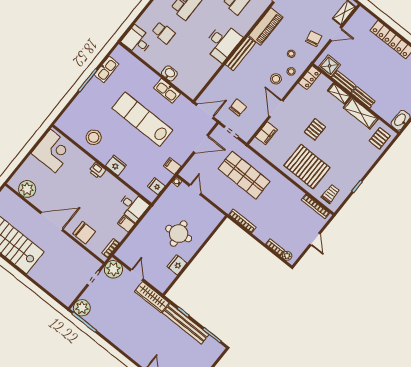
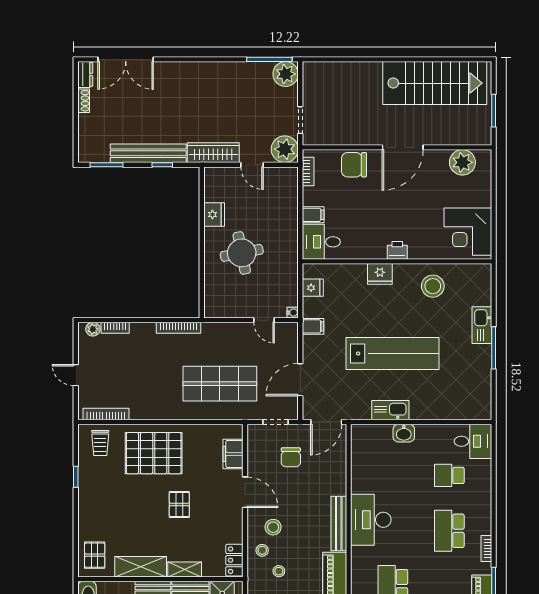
kitchen sink: (106, 69) -> (482, 325), moved

